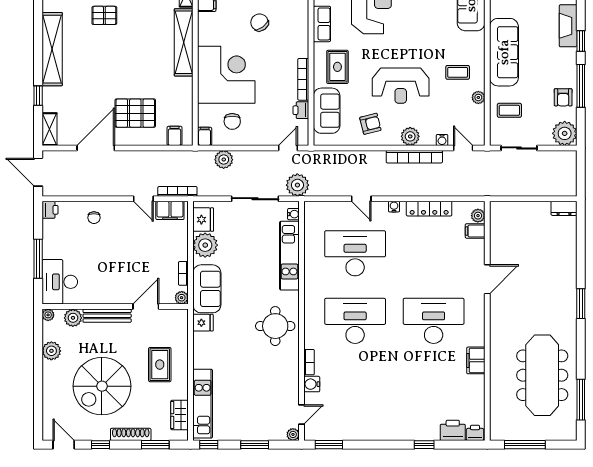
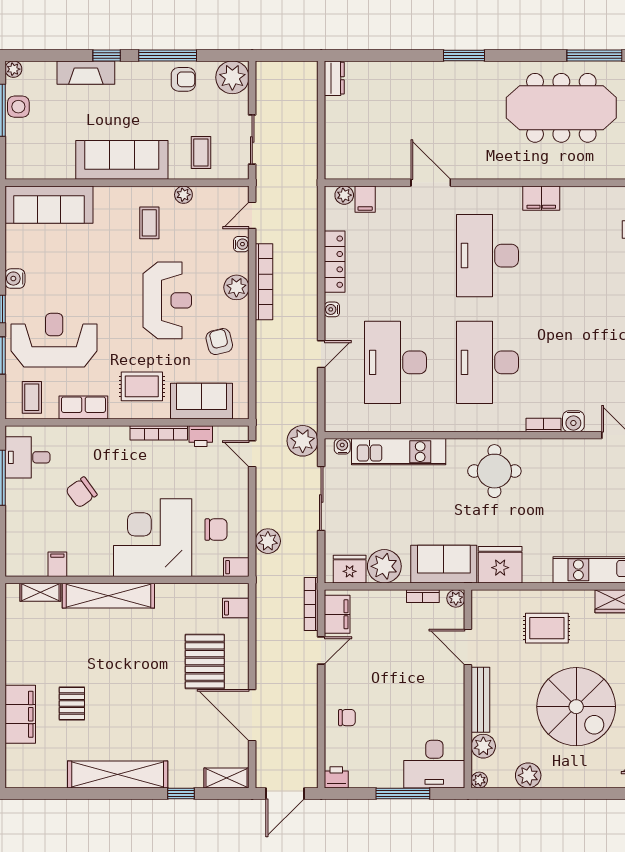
fridge: (203, 323) -> (500, 565), width x1.88, depth x1.34

